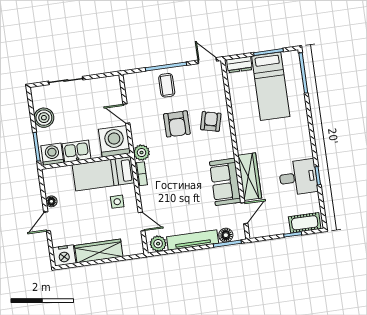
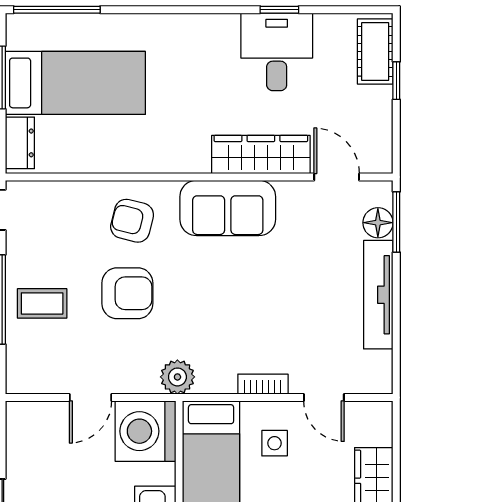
bookcase: (141, 174) -> (263, 384), moved
sofa: (225, 182) -> (228, 208), moved
door: (142, 222) -> (324, 397), swing flipped
plant: (158, 244) -> (376, 369), removed

